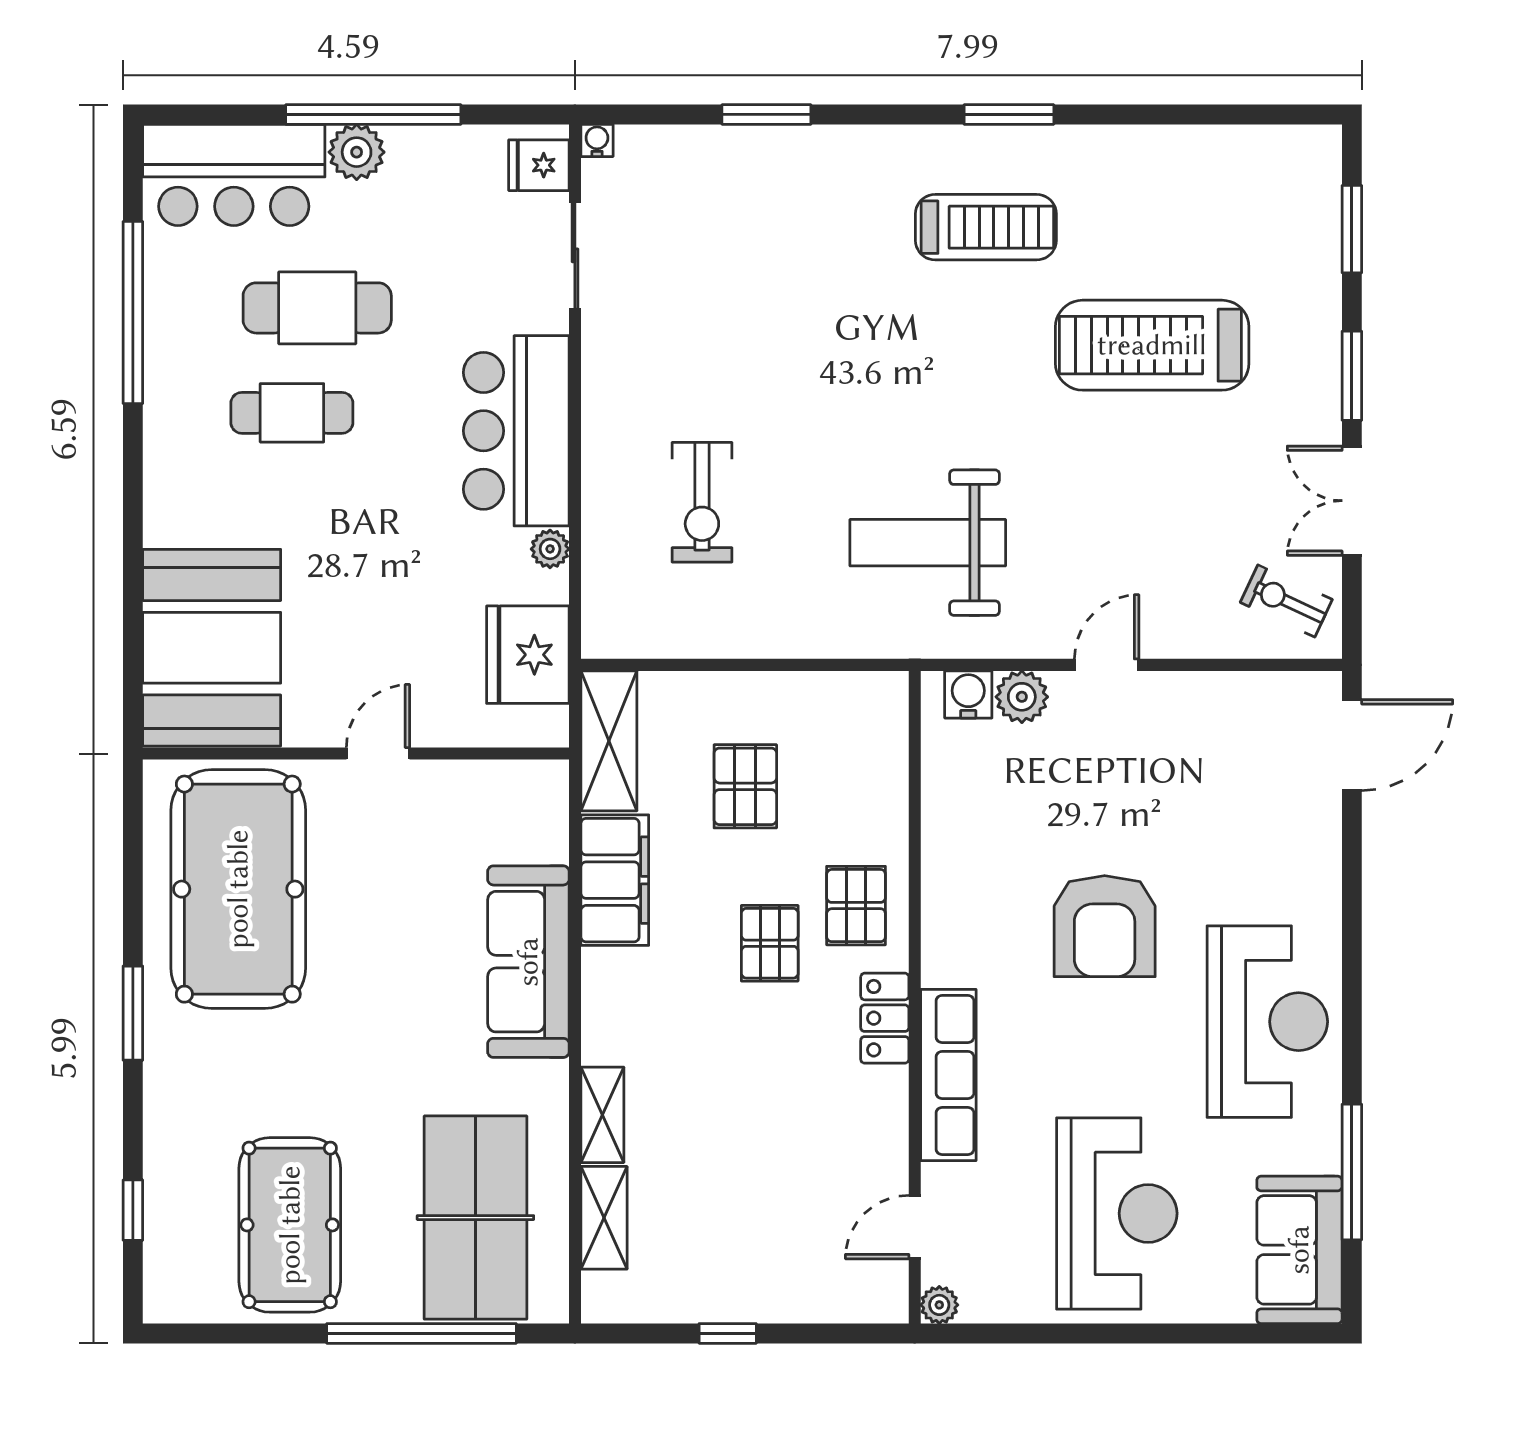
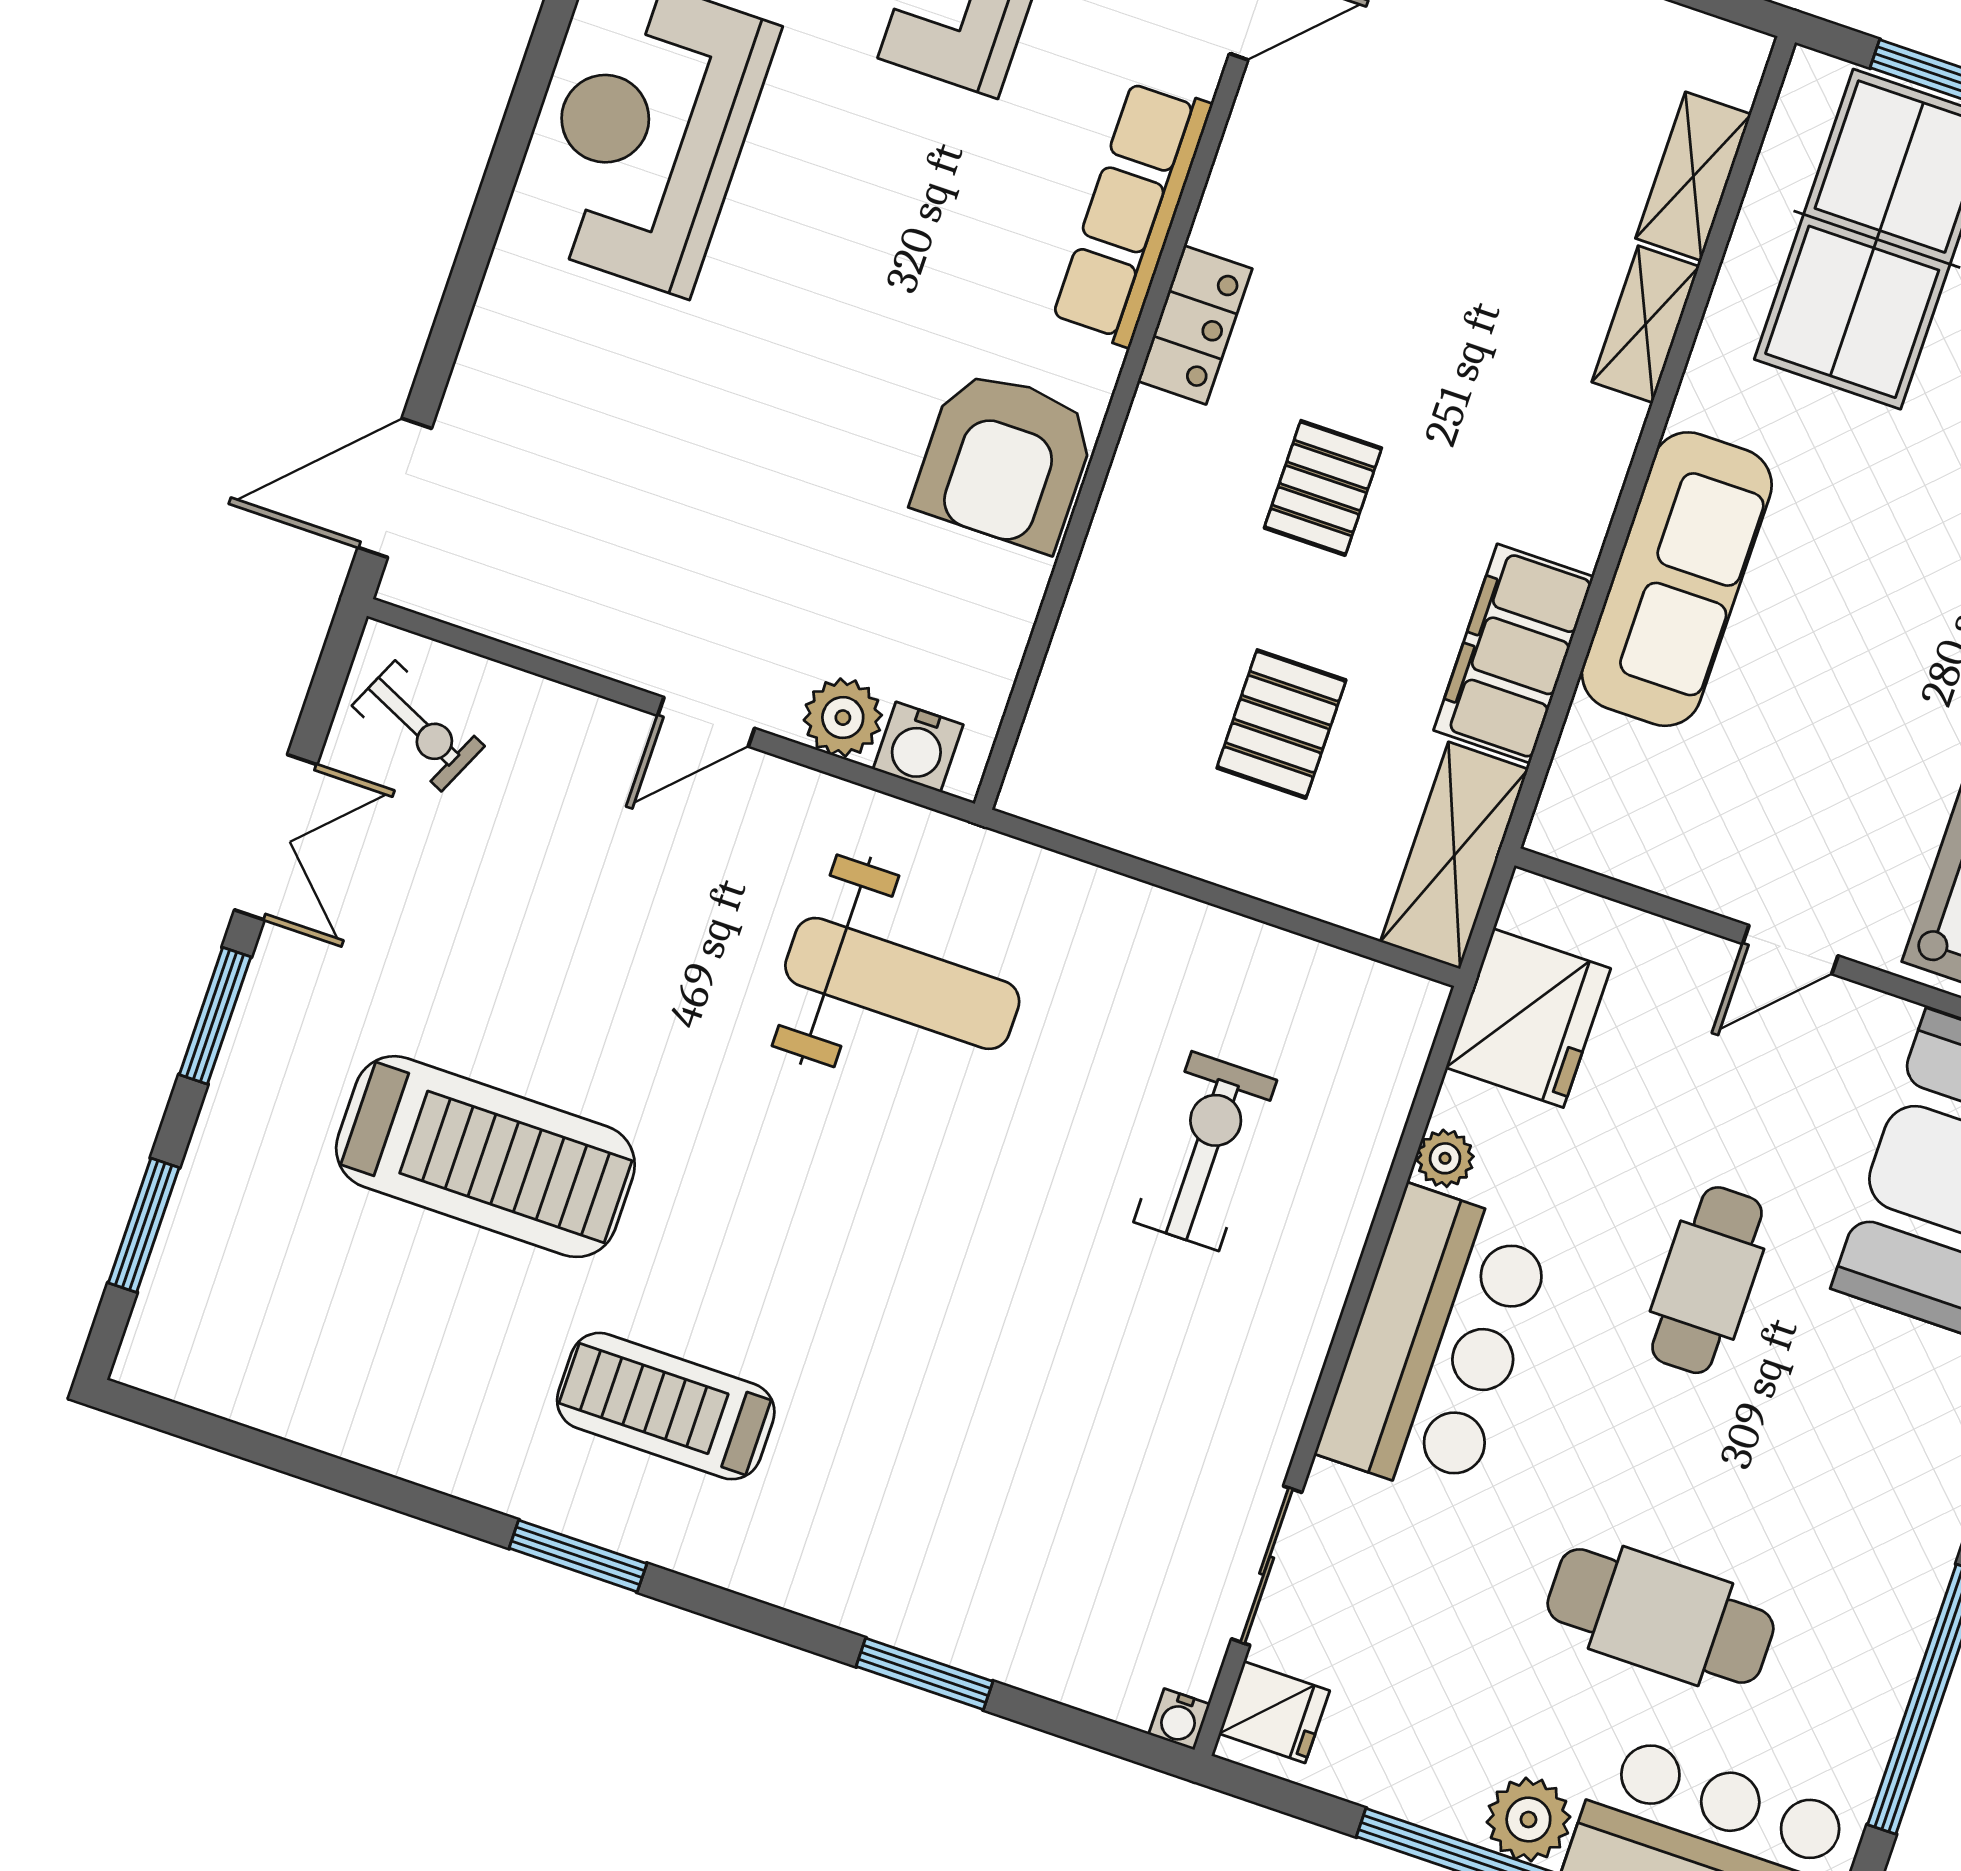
cafe table: (292, 413) -> (1707, 1280), moved, turned 90
pallet: (856, 906) -> (1181, 500), removed
armchair: (1105, 926) -> (1005, 460), moved, turned 180

